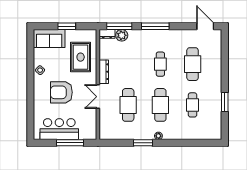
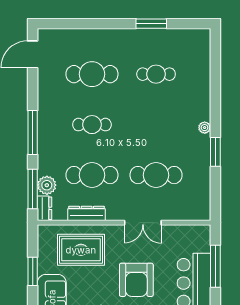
dresser: (104, 72) -> (87, 213), moved
cafe table: (160, 105) -> (92, 175), moved

